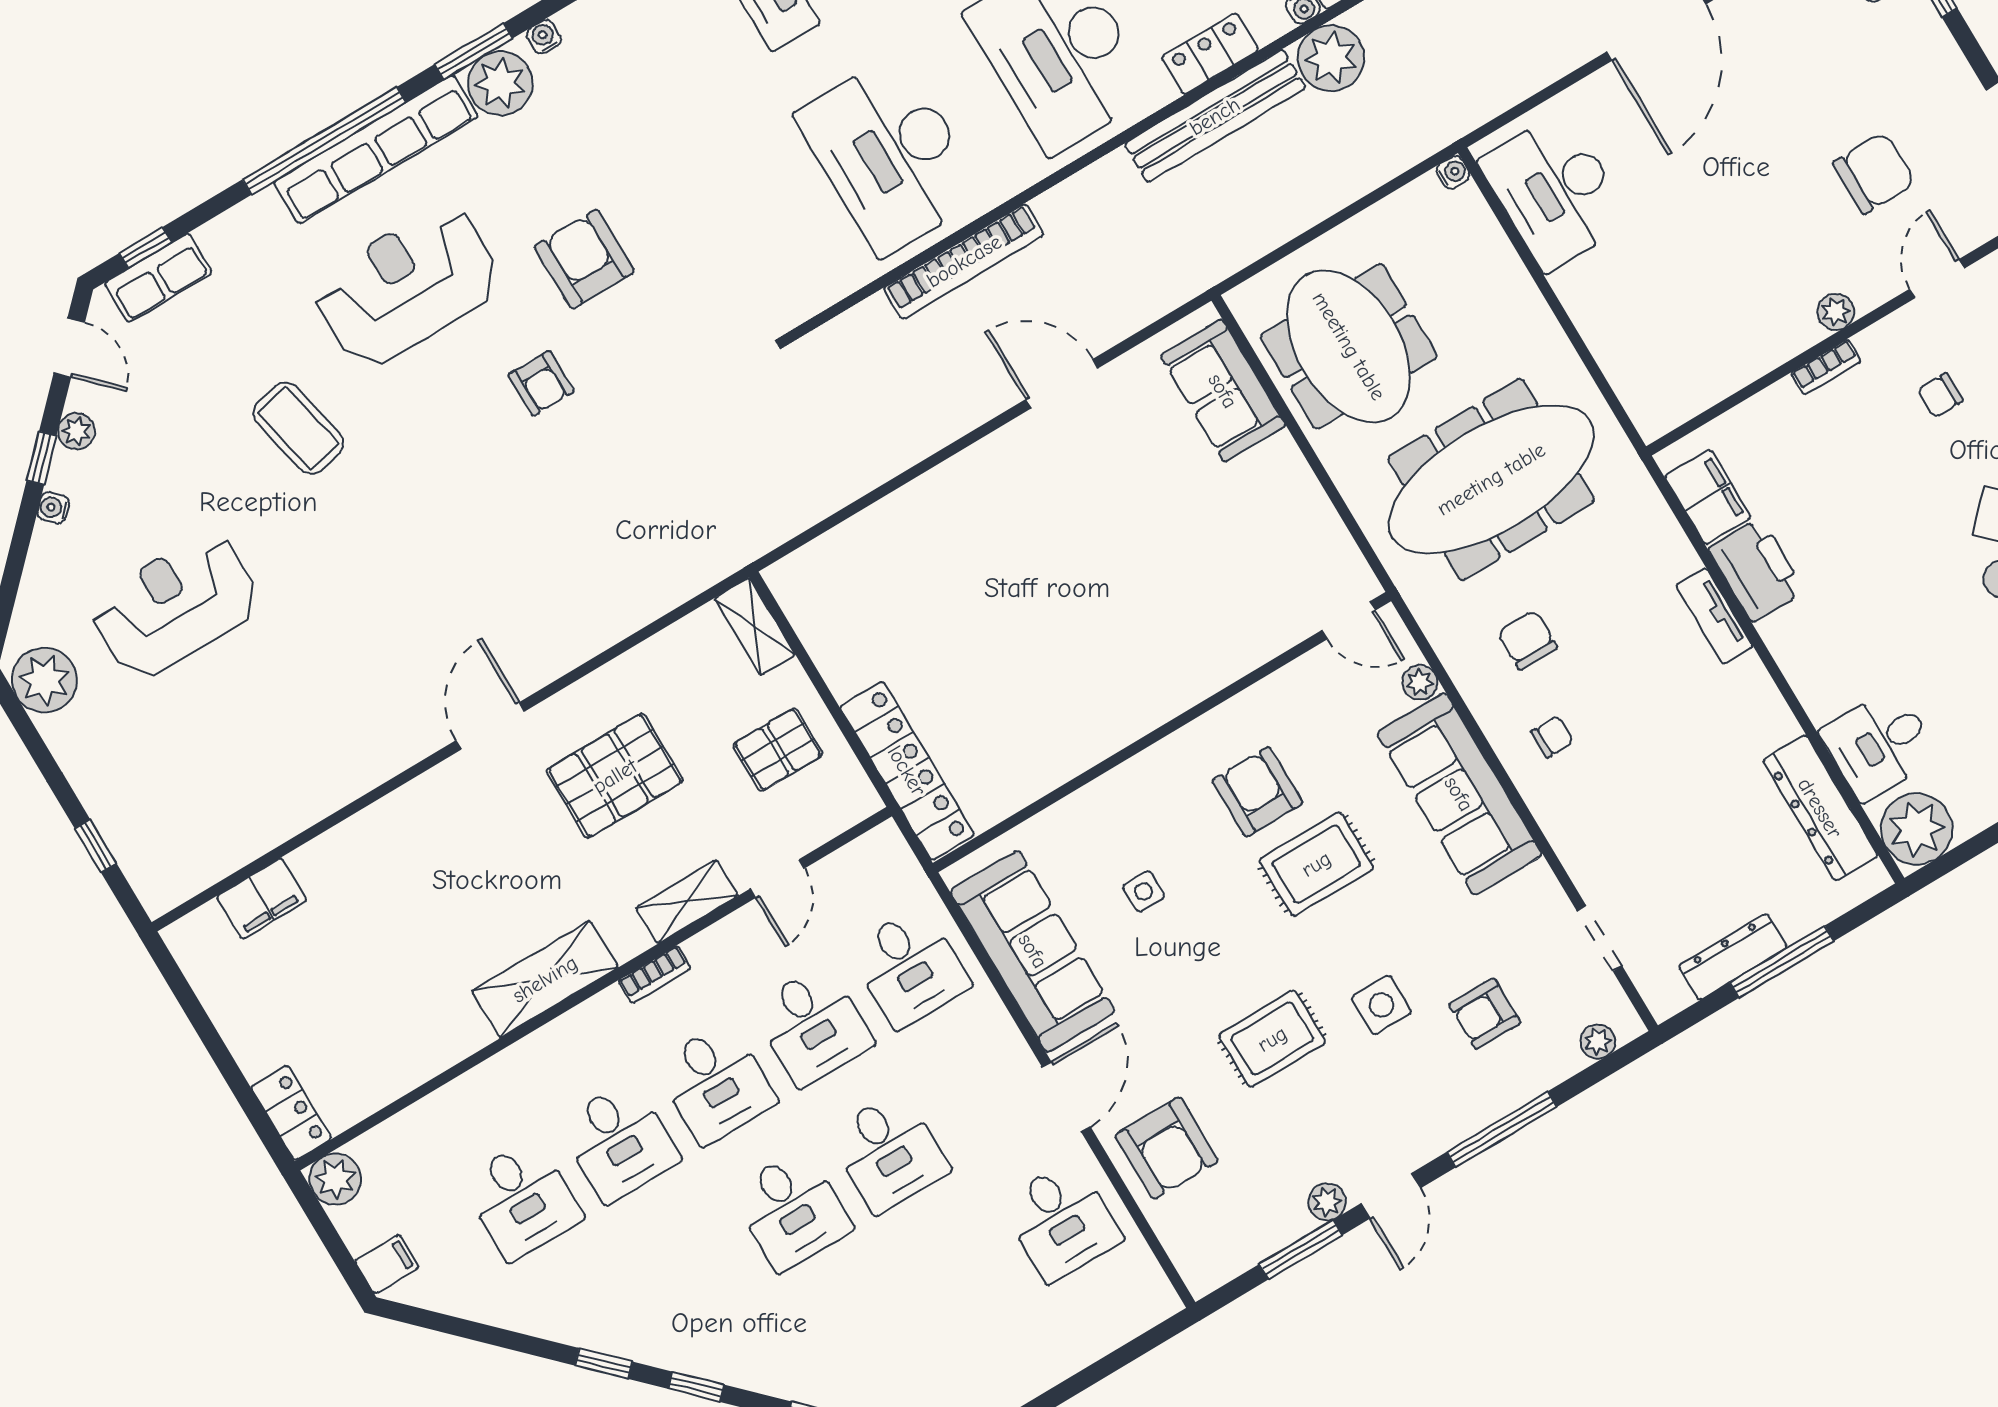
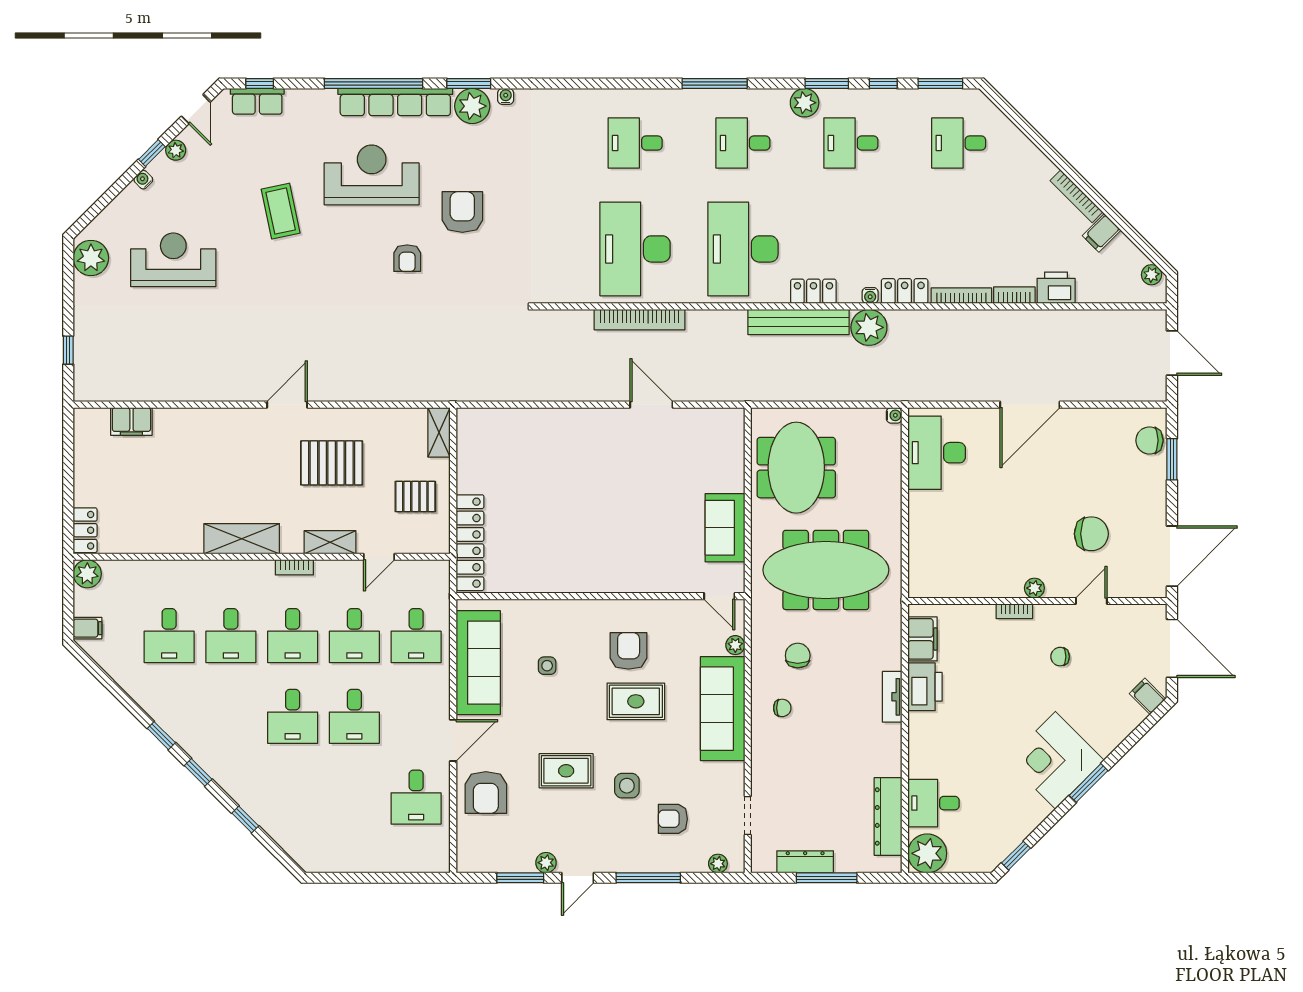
sofa: (1223, 391) -> (725, 528), moved

